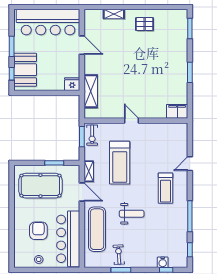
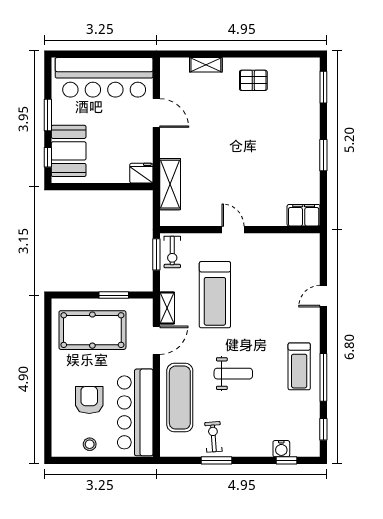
treadmill: (165, 188) -> (299, 366), moved
door: (82, 192) -> (156, 340), hinge flipped

